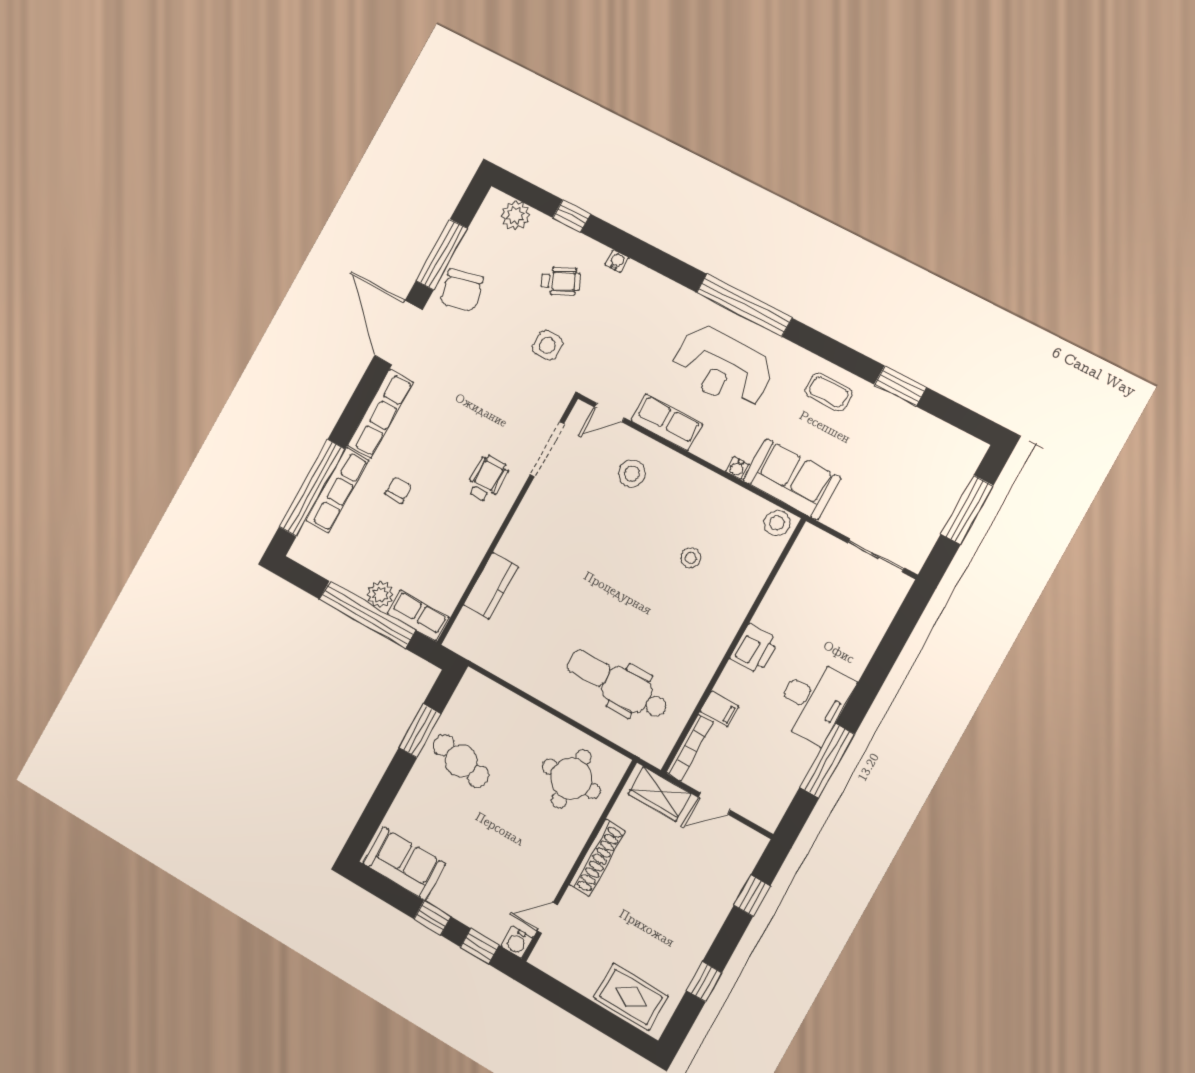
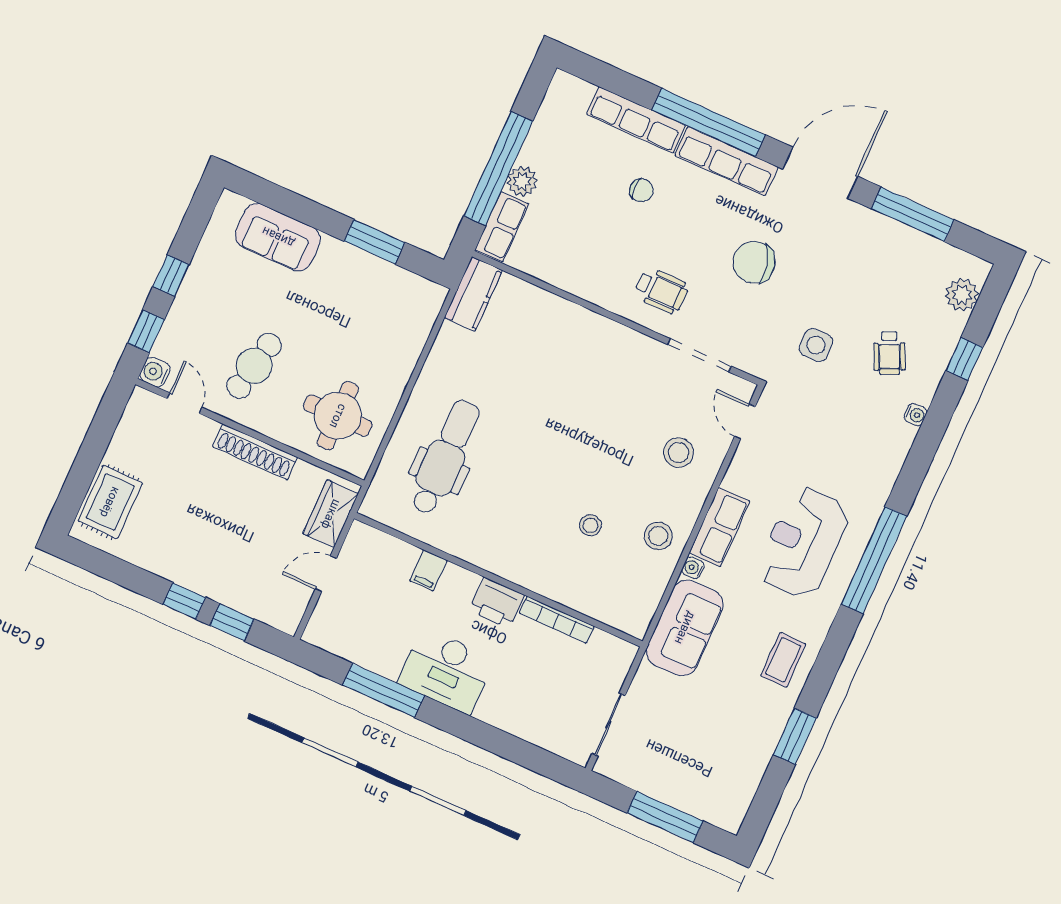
chair: (462, 290) -> (754, 262), moved
row of seats: (667, 423) -> (719, 527), moved
window: (312, 488) -> (708, 122), moved
stool: (777, 523) -> (658, 536), moved
kitchen counter: (491, 586) -> (473, 294), moved, turned -90
bookcase: (690, 747) -> (557, 620), moved
cafe table: (461, 761) -> (254, 366), moved
door: (714, 804) -> (326, 574), hinge flipped
sofa: (404, 864) -> (278, 237), moved, turned 90
window: (704, 982) -> (184, 601), moved

